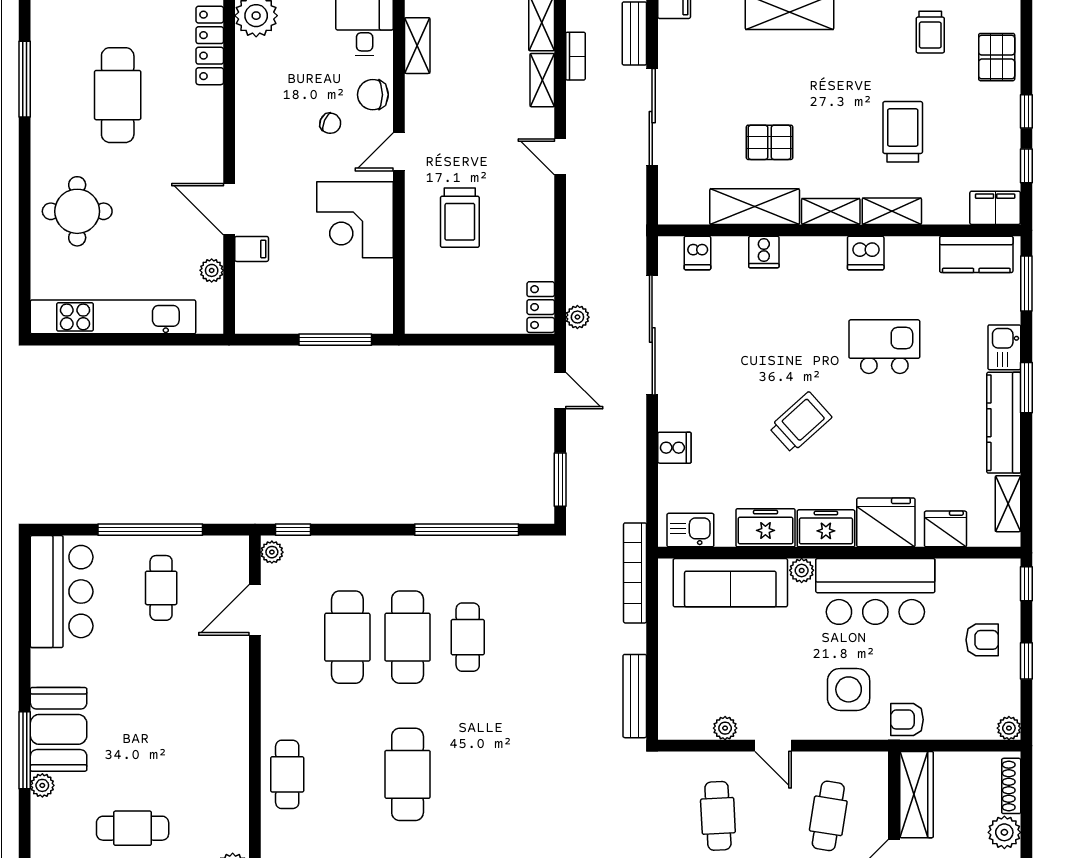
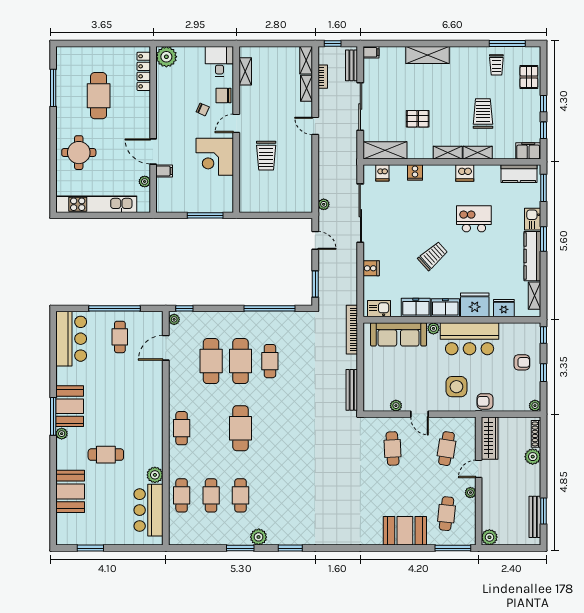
shelving: (755, 207) -> (385, 150), moved
locker: (541, 307) -> (306, 199), removed

